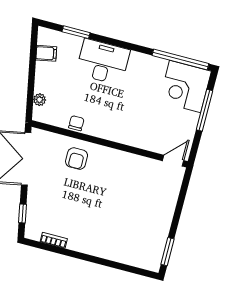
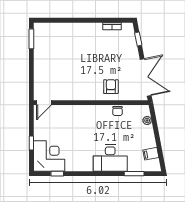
window: (180, 60) -> (57, 174), width x0.32
window: (205, 110) -> (31, 143), width x0.46

